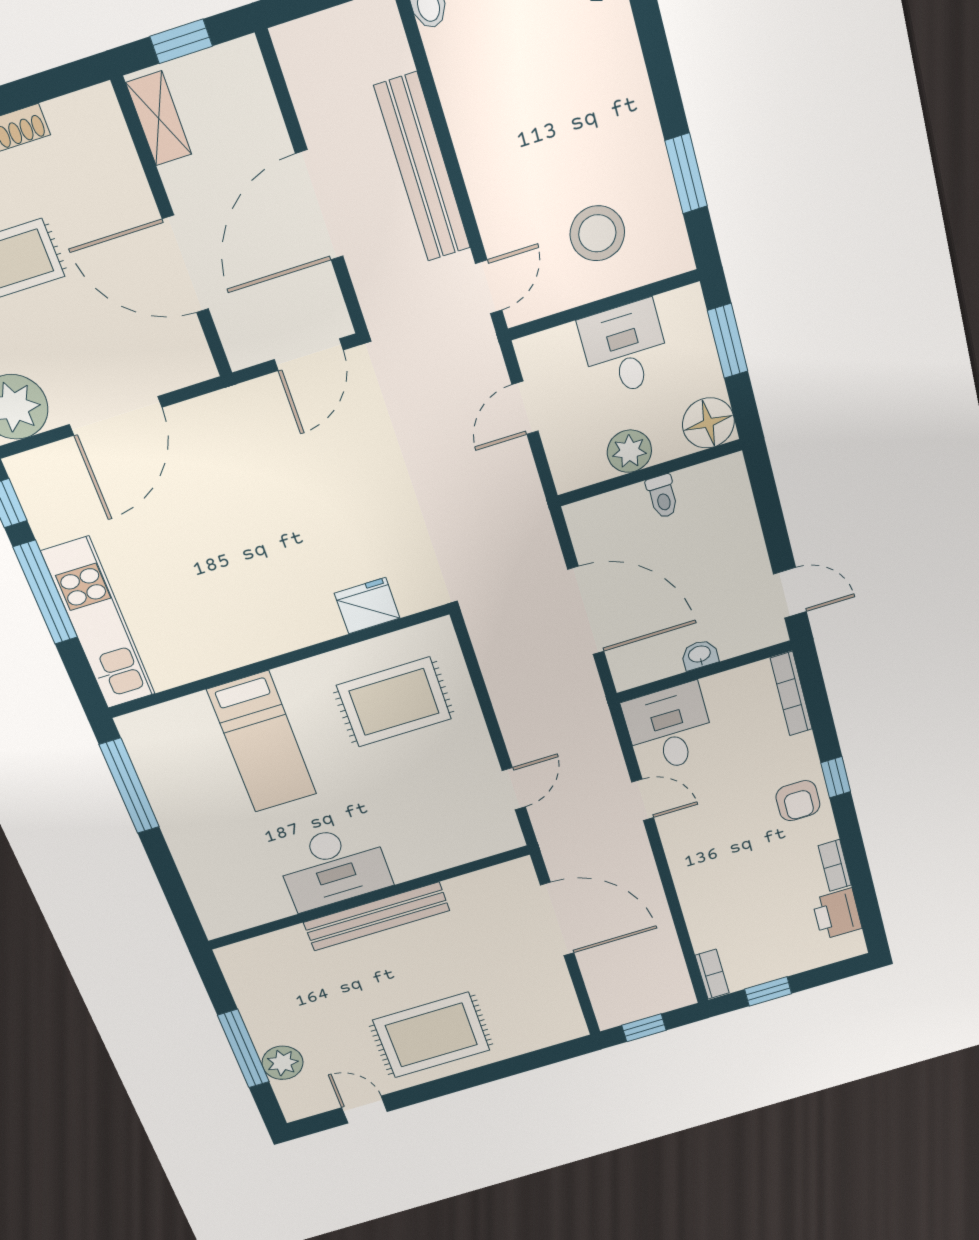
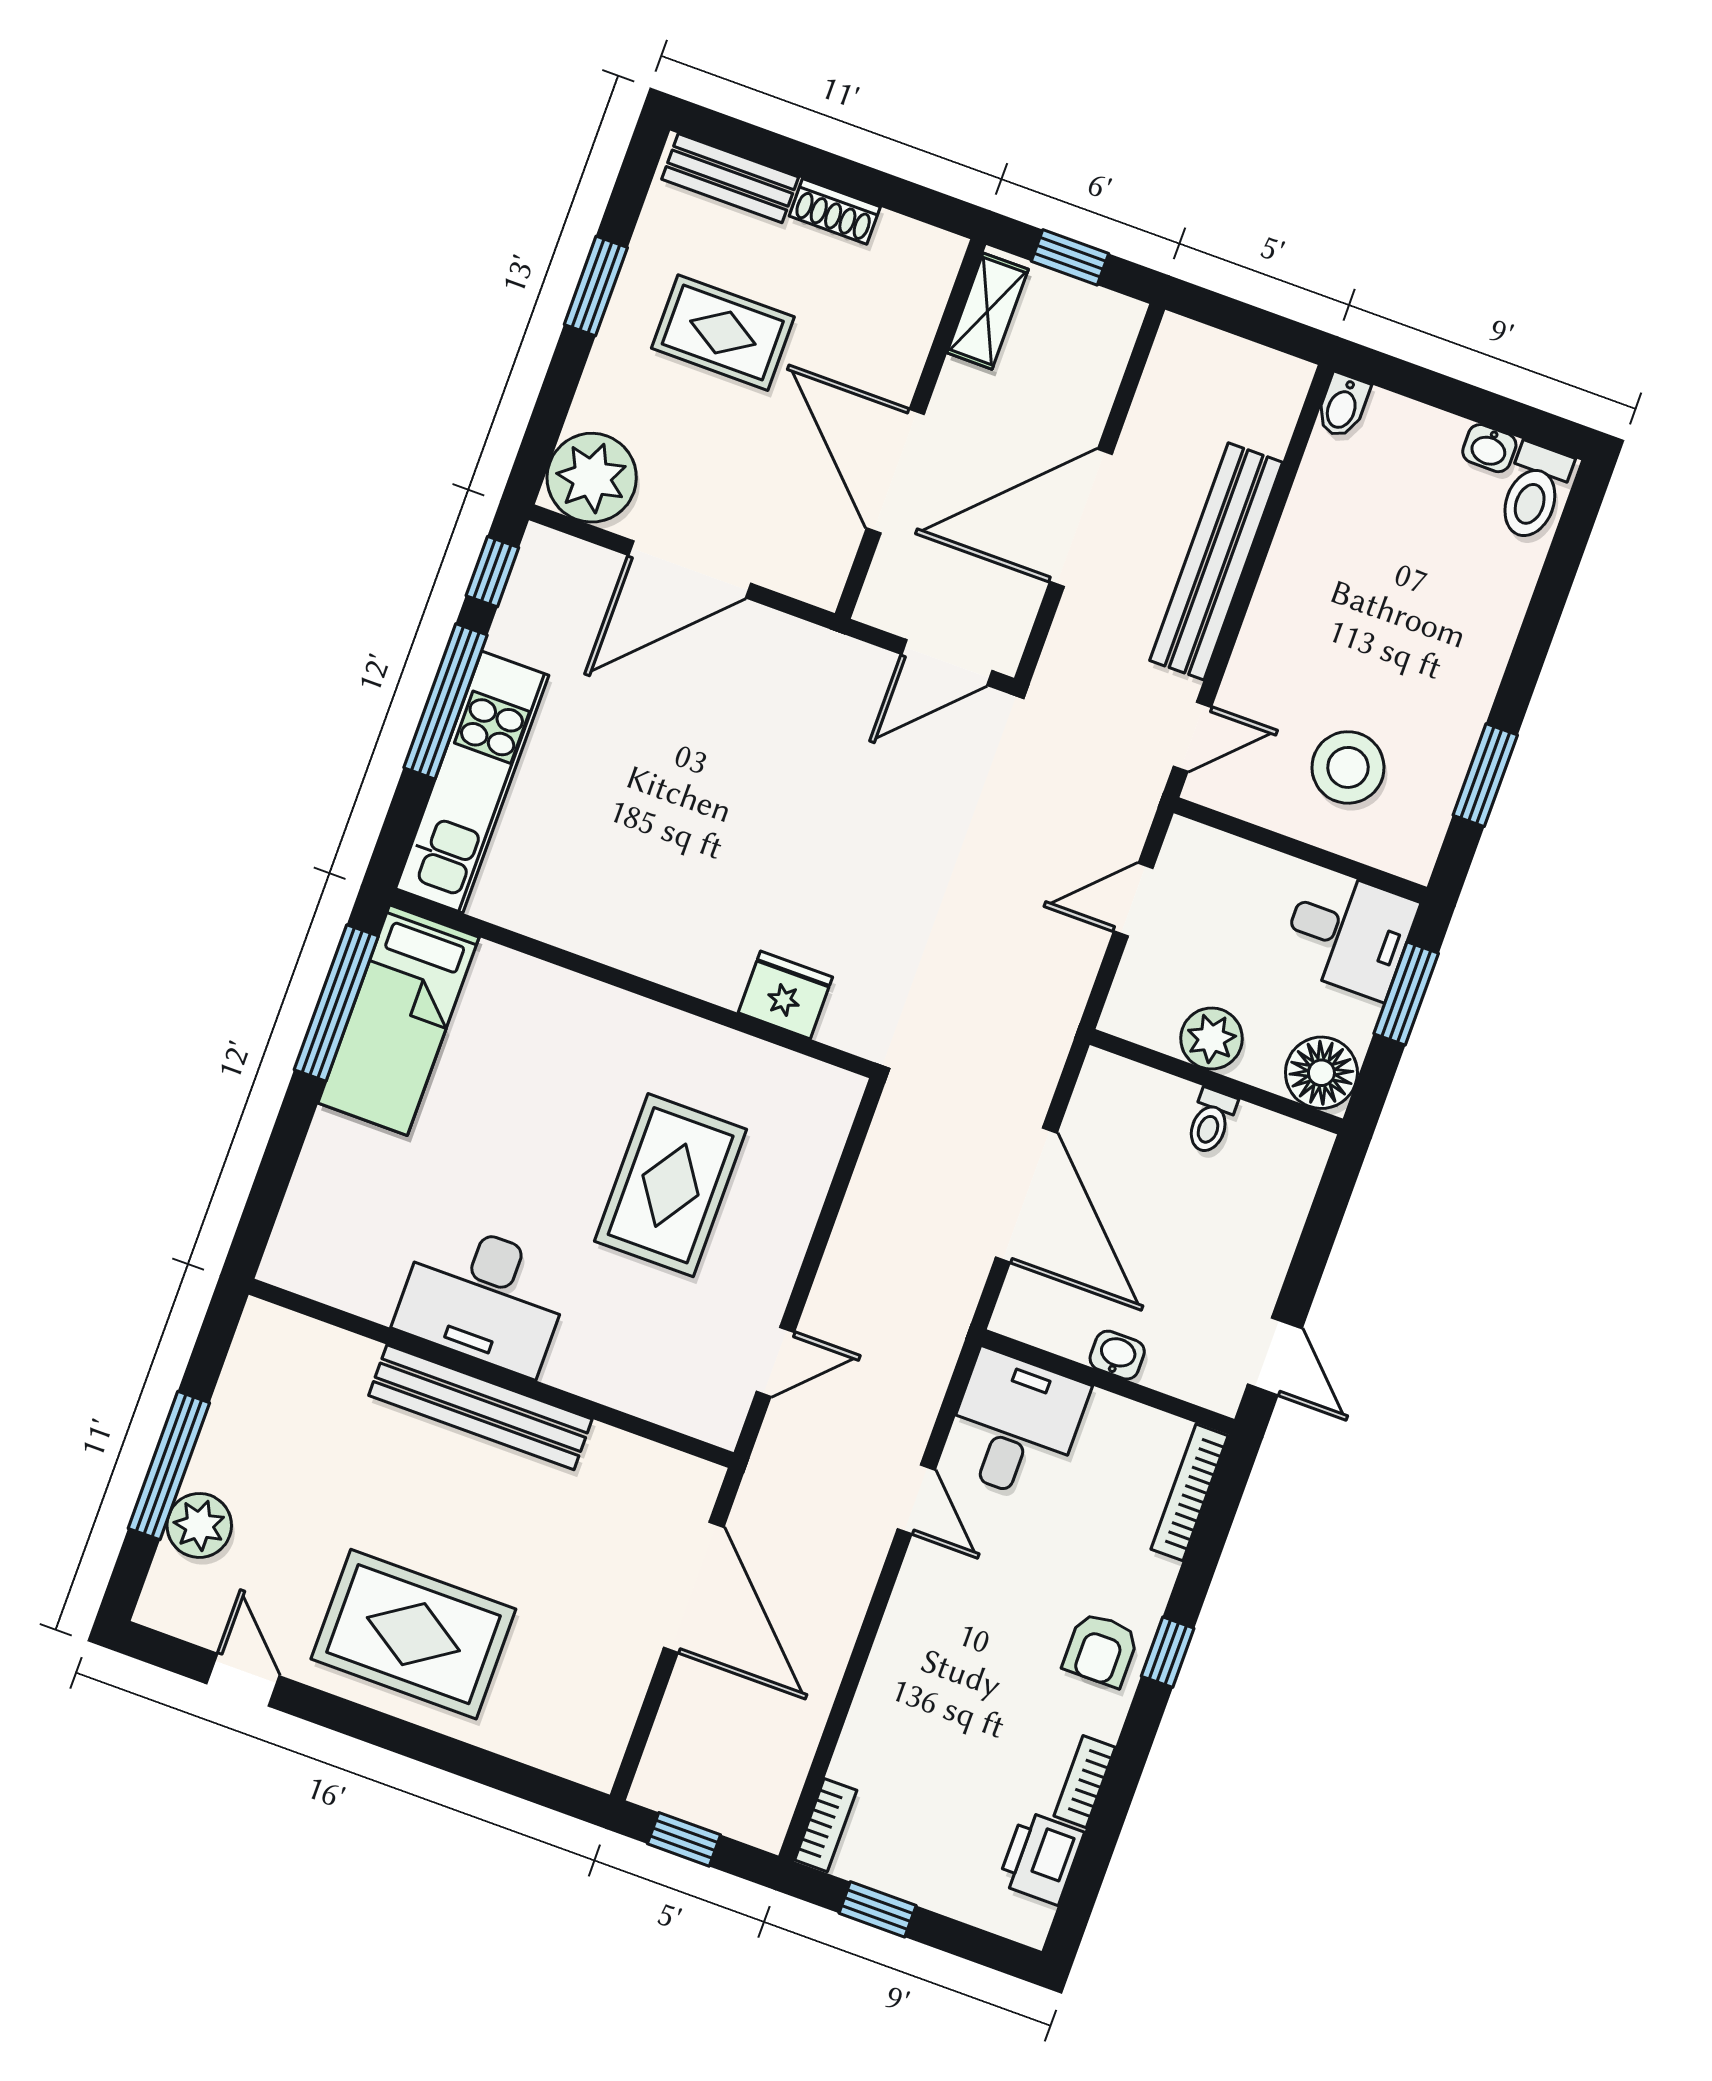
desk: (625, 349) -> (1349, 933), moved, turned 90
rug: (394, 702) -> (671, 1185), moved, turned 90
bed: (262, 742) -> (398, 1020), moved

